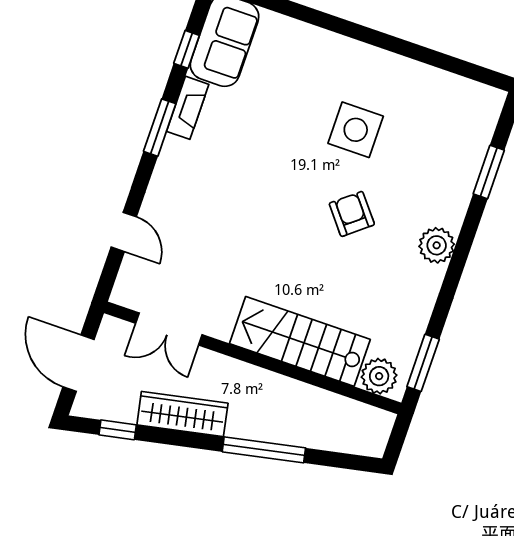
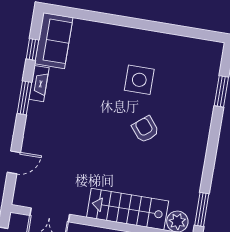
door: (124, 232) -> (14, 162), hinge flipped
plant: (437, 245) -> (198, 139), removed

